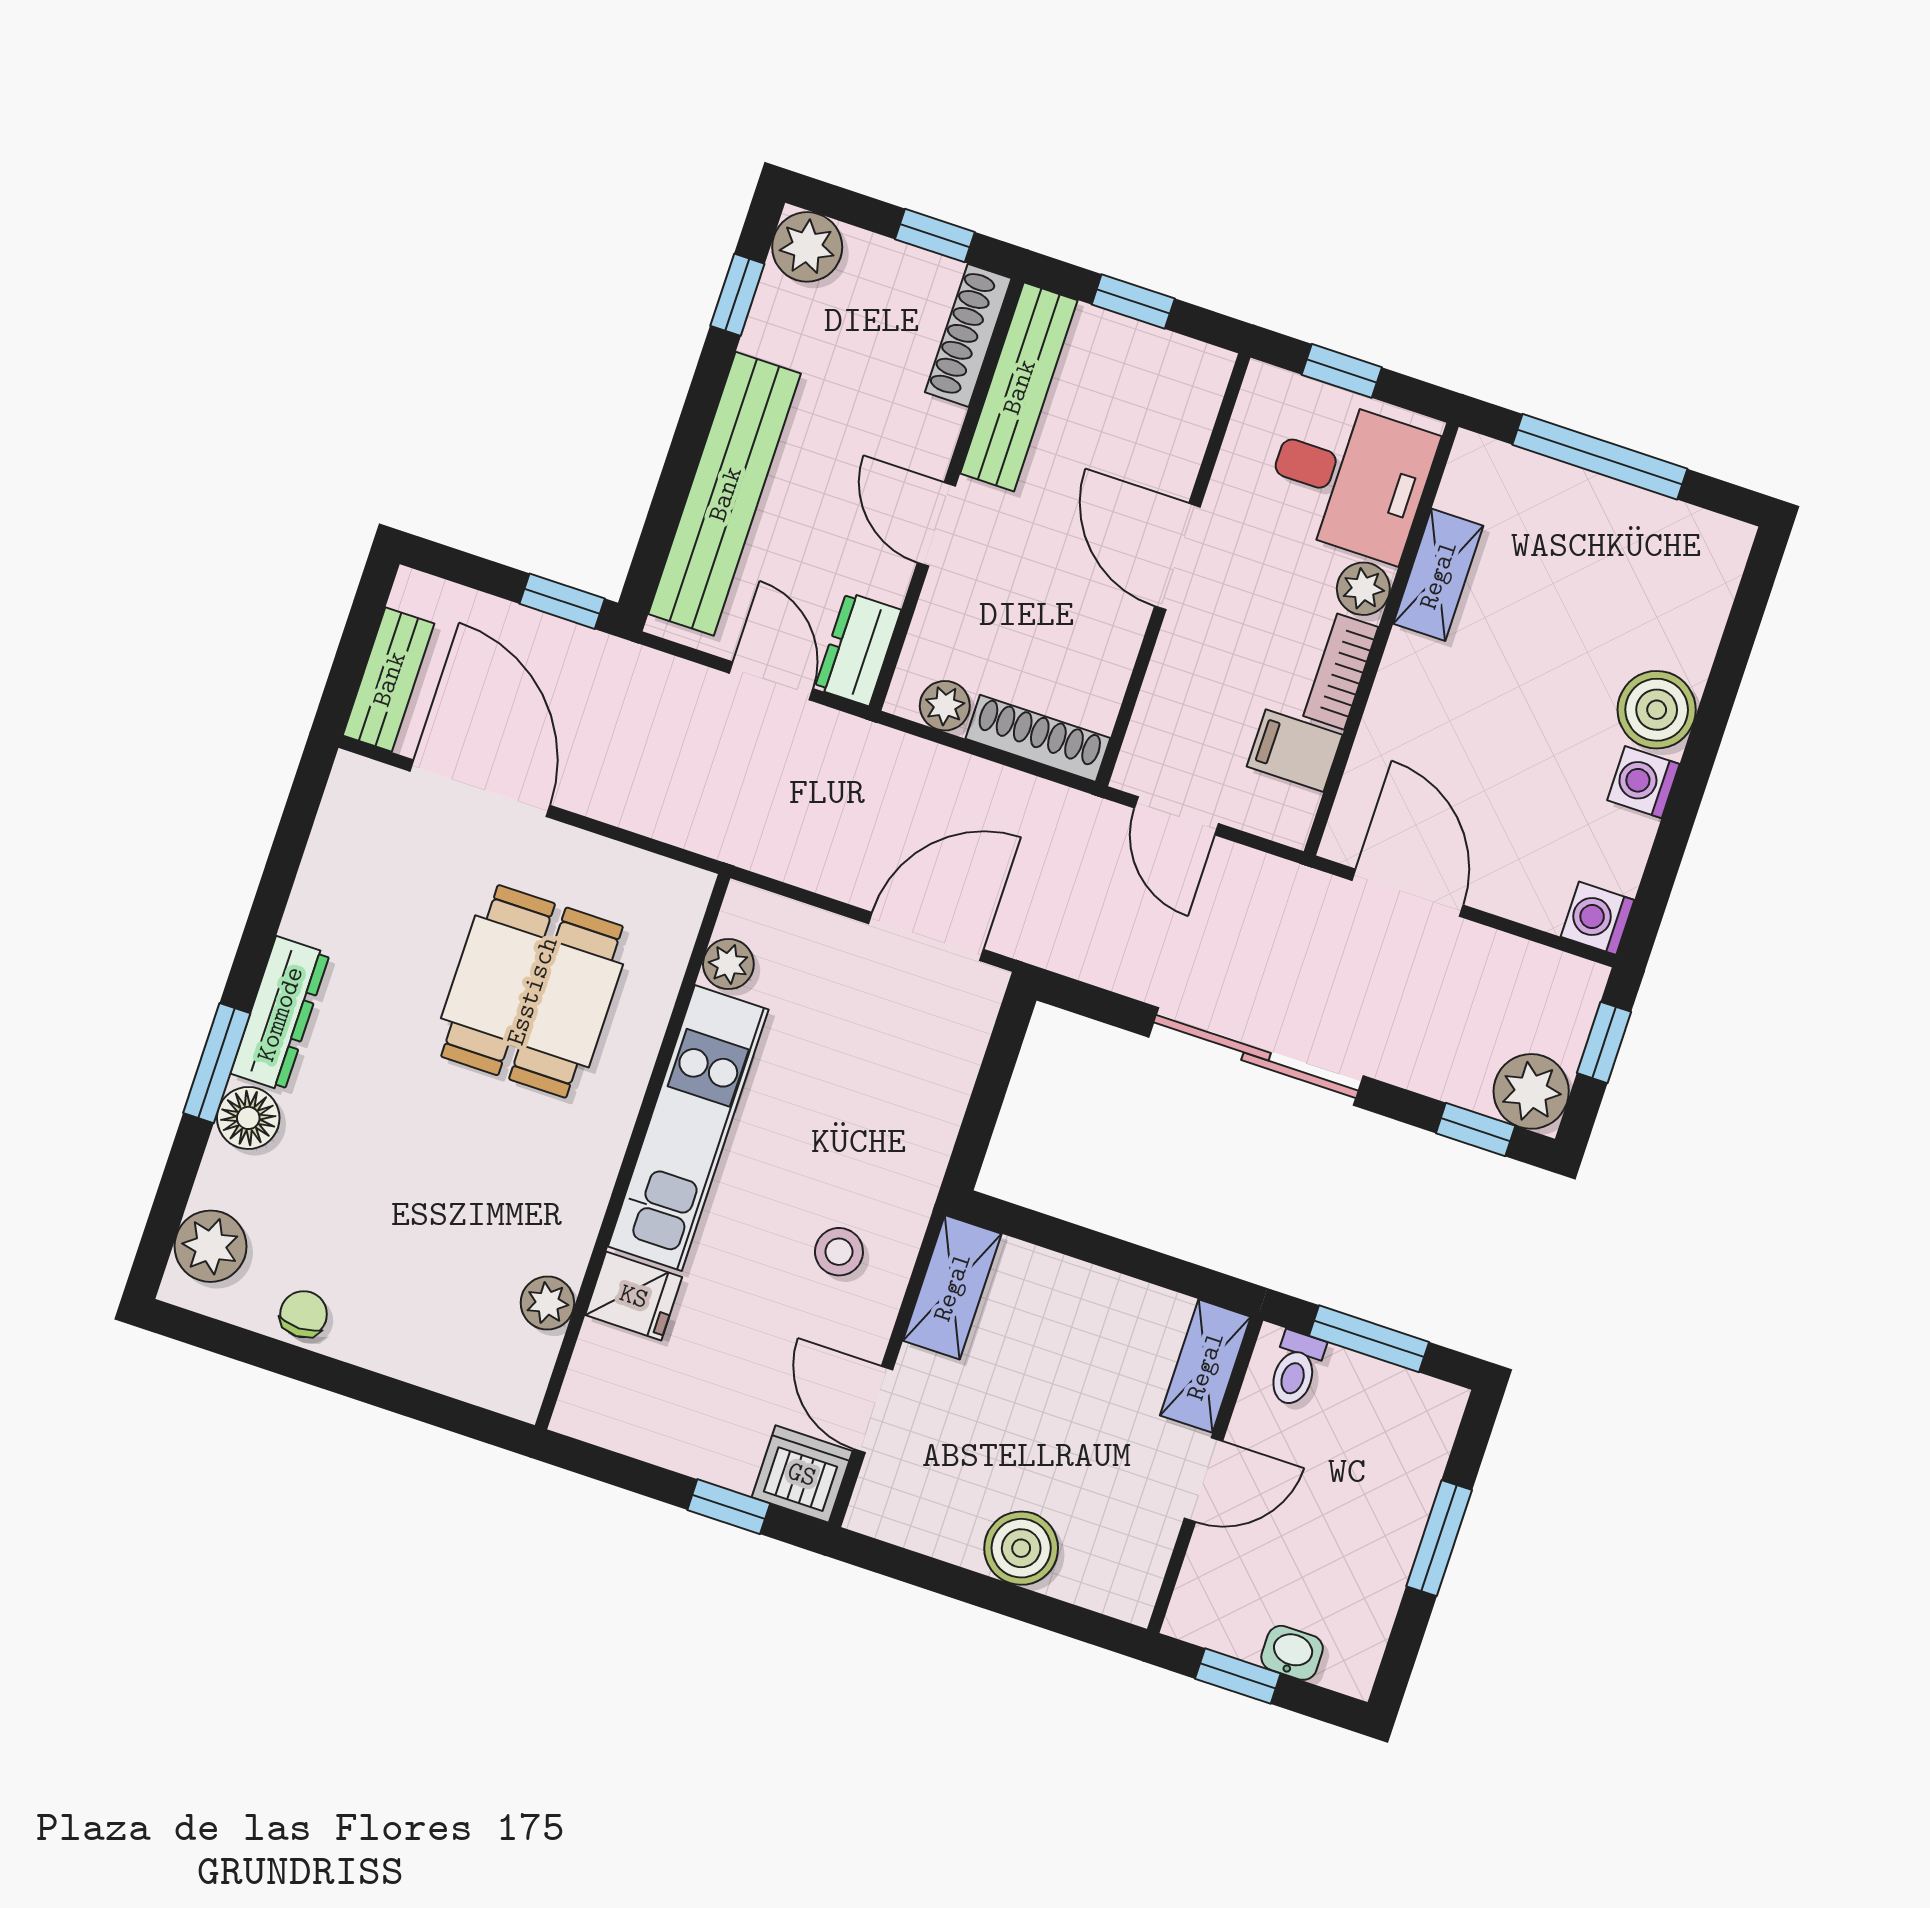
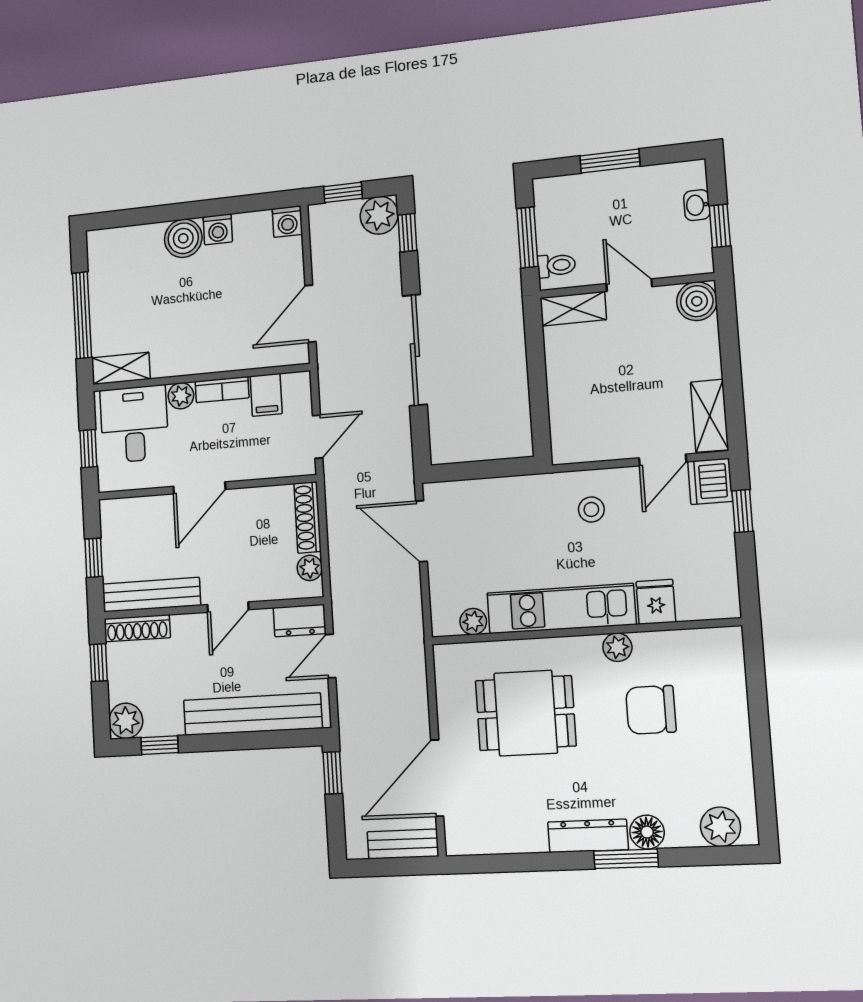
shelving: (1438, 575) -> (121, 368), moved
shelving: (952, 1287) -> (710, 416), moved, turned 90
plant: (547, 1303) -> (617, 647), moved
chair: (304, 1314) -> (651, 710), moved, width x1.87, depth x1.87
boiler: (1021, 1548) -> (697, 301), moved

